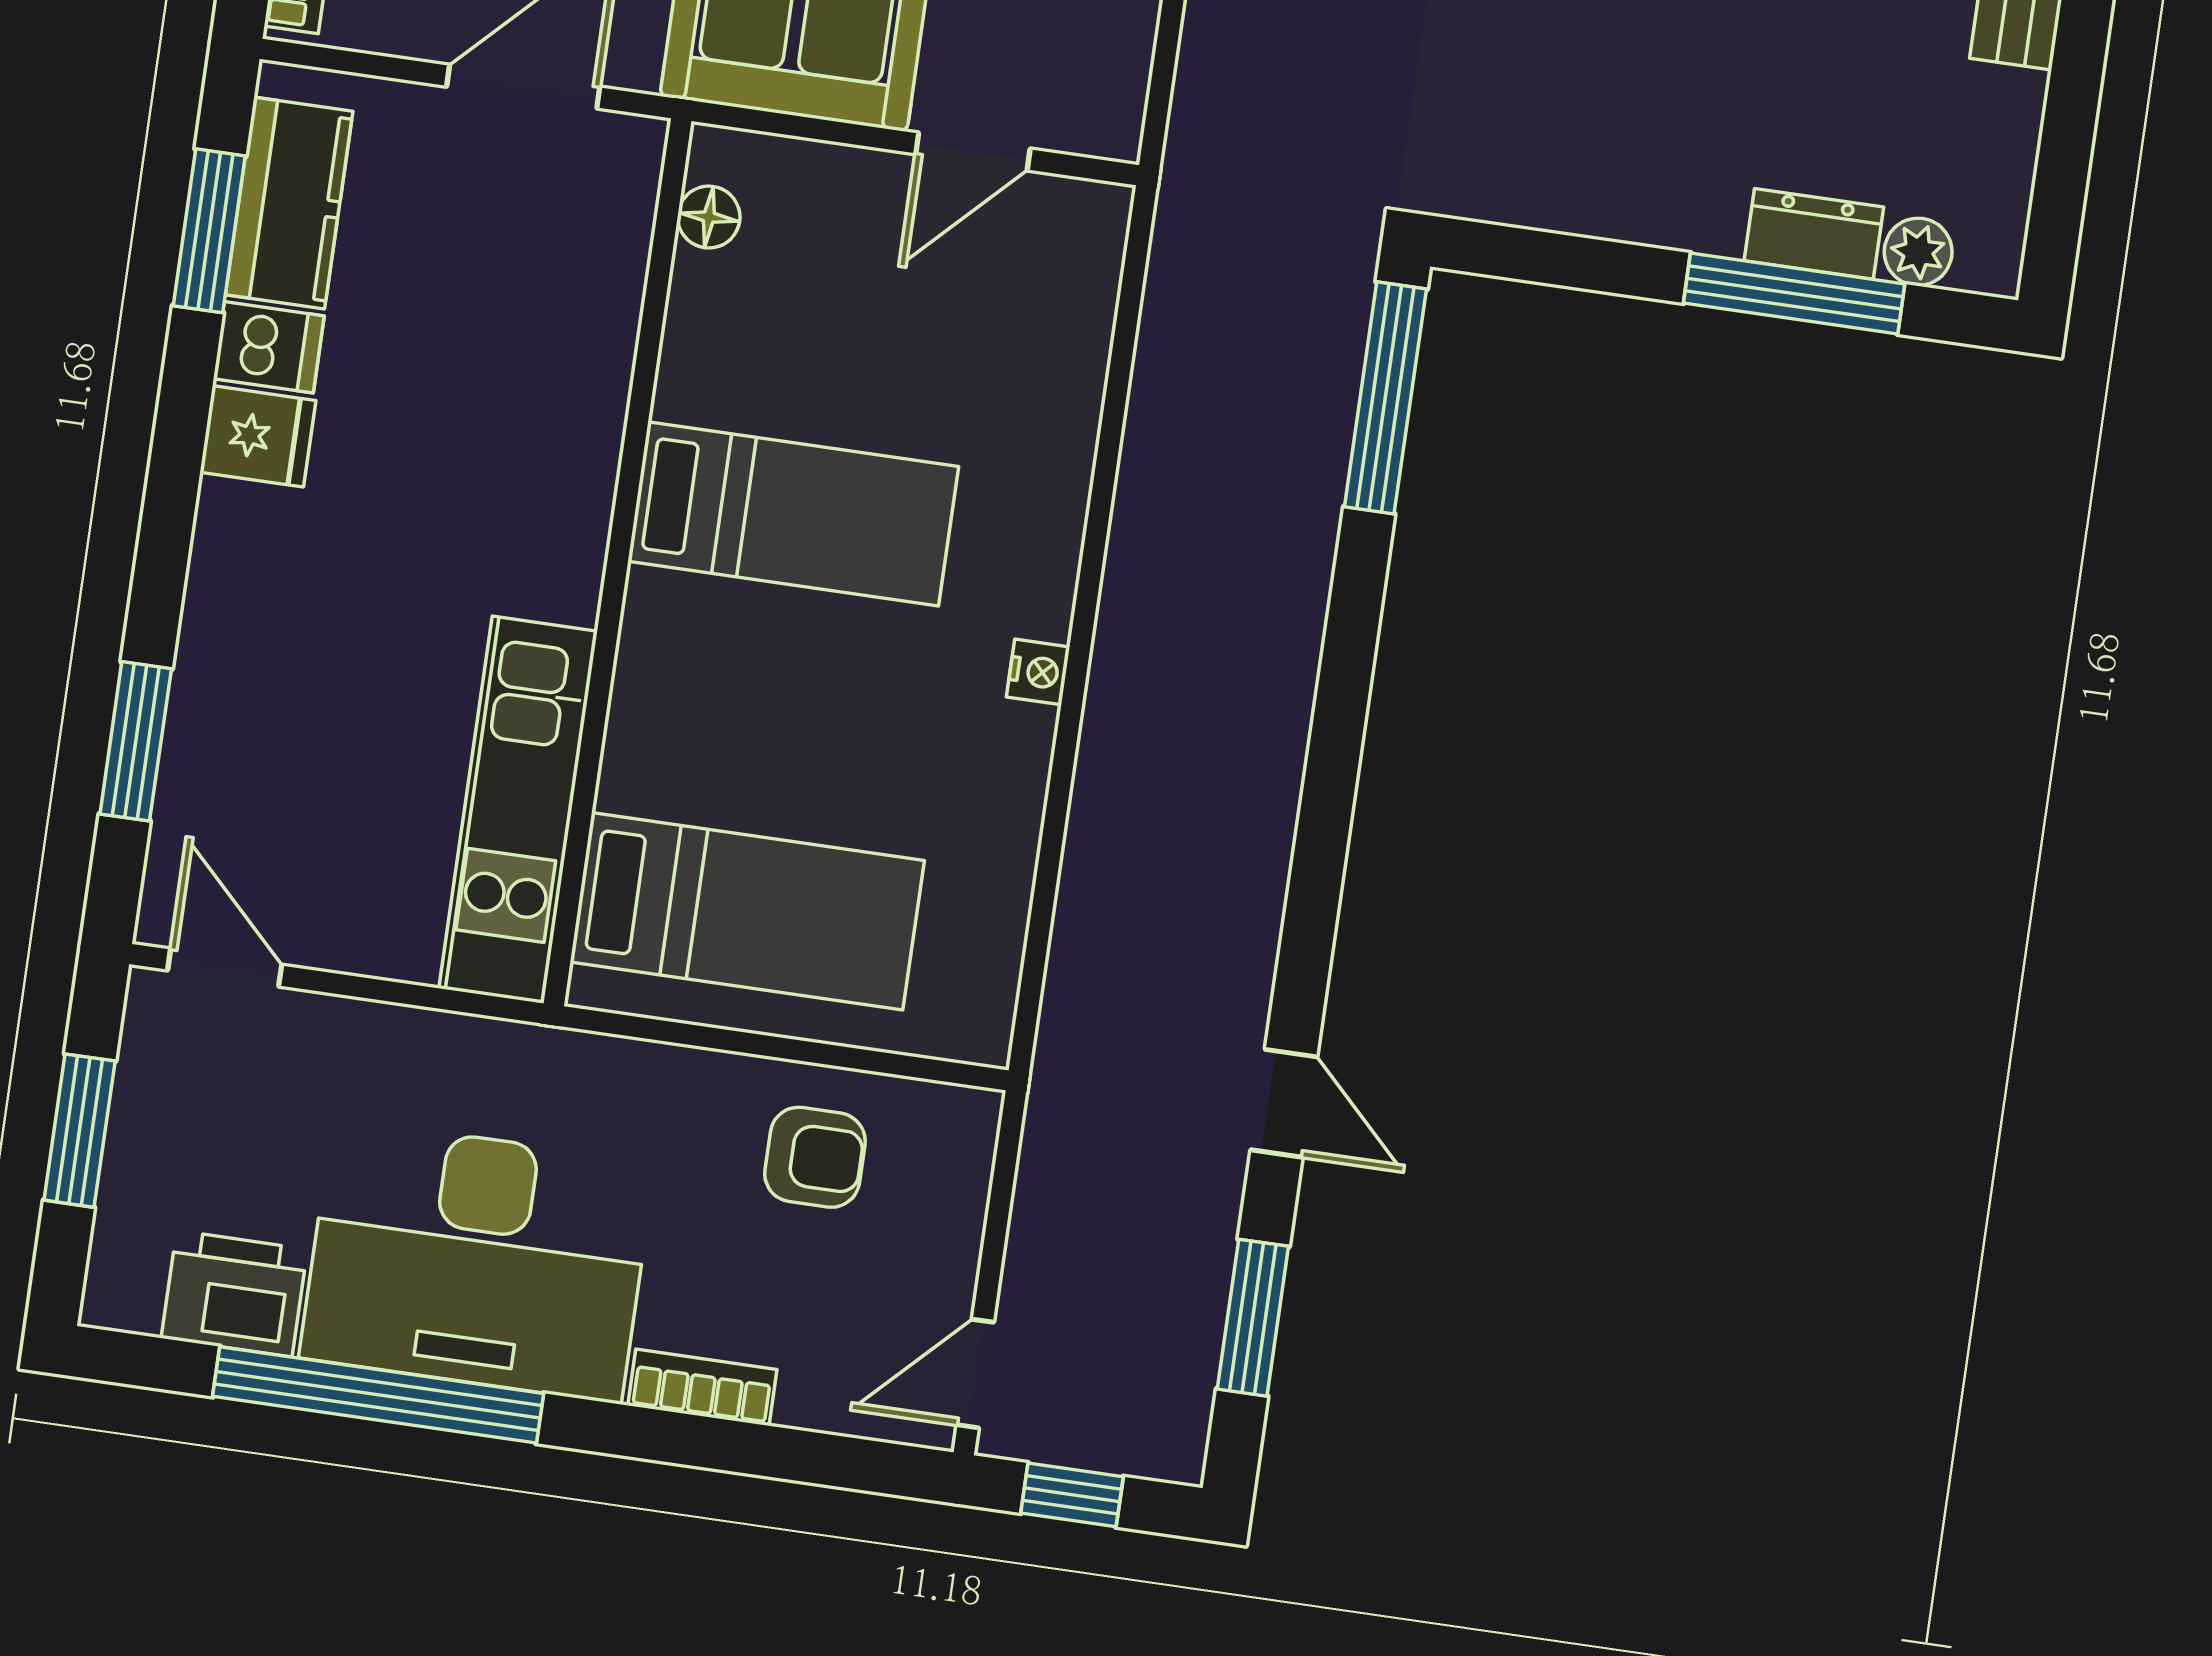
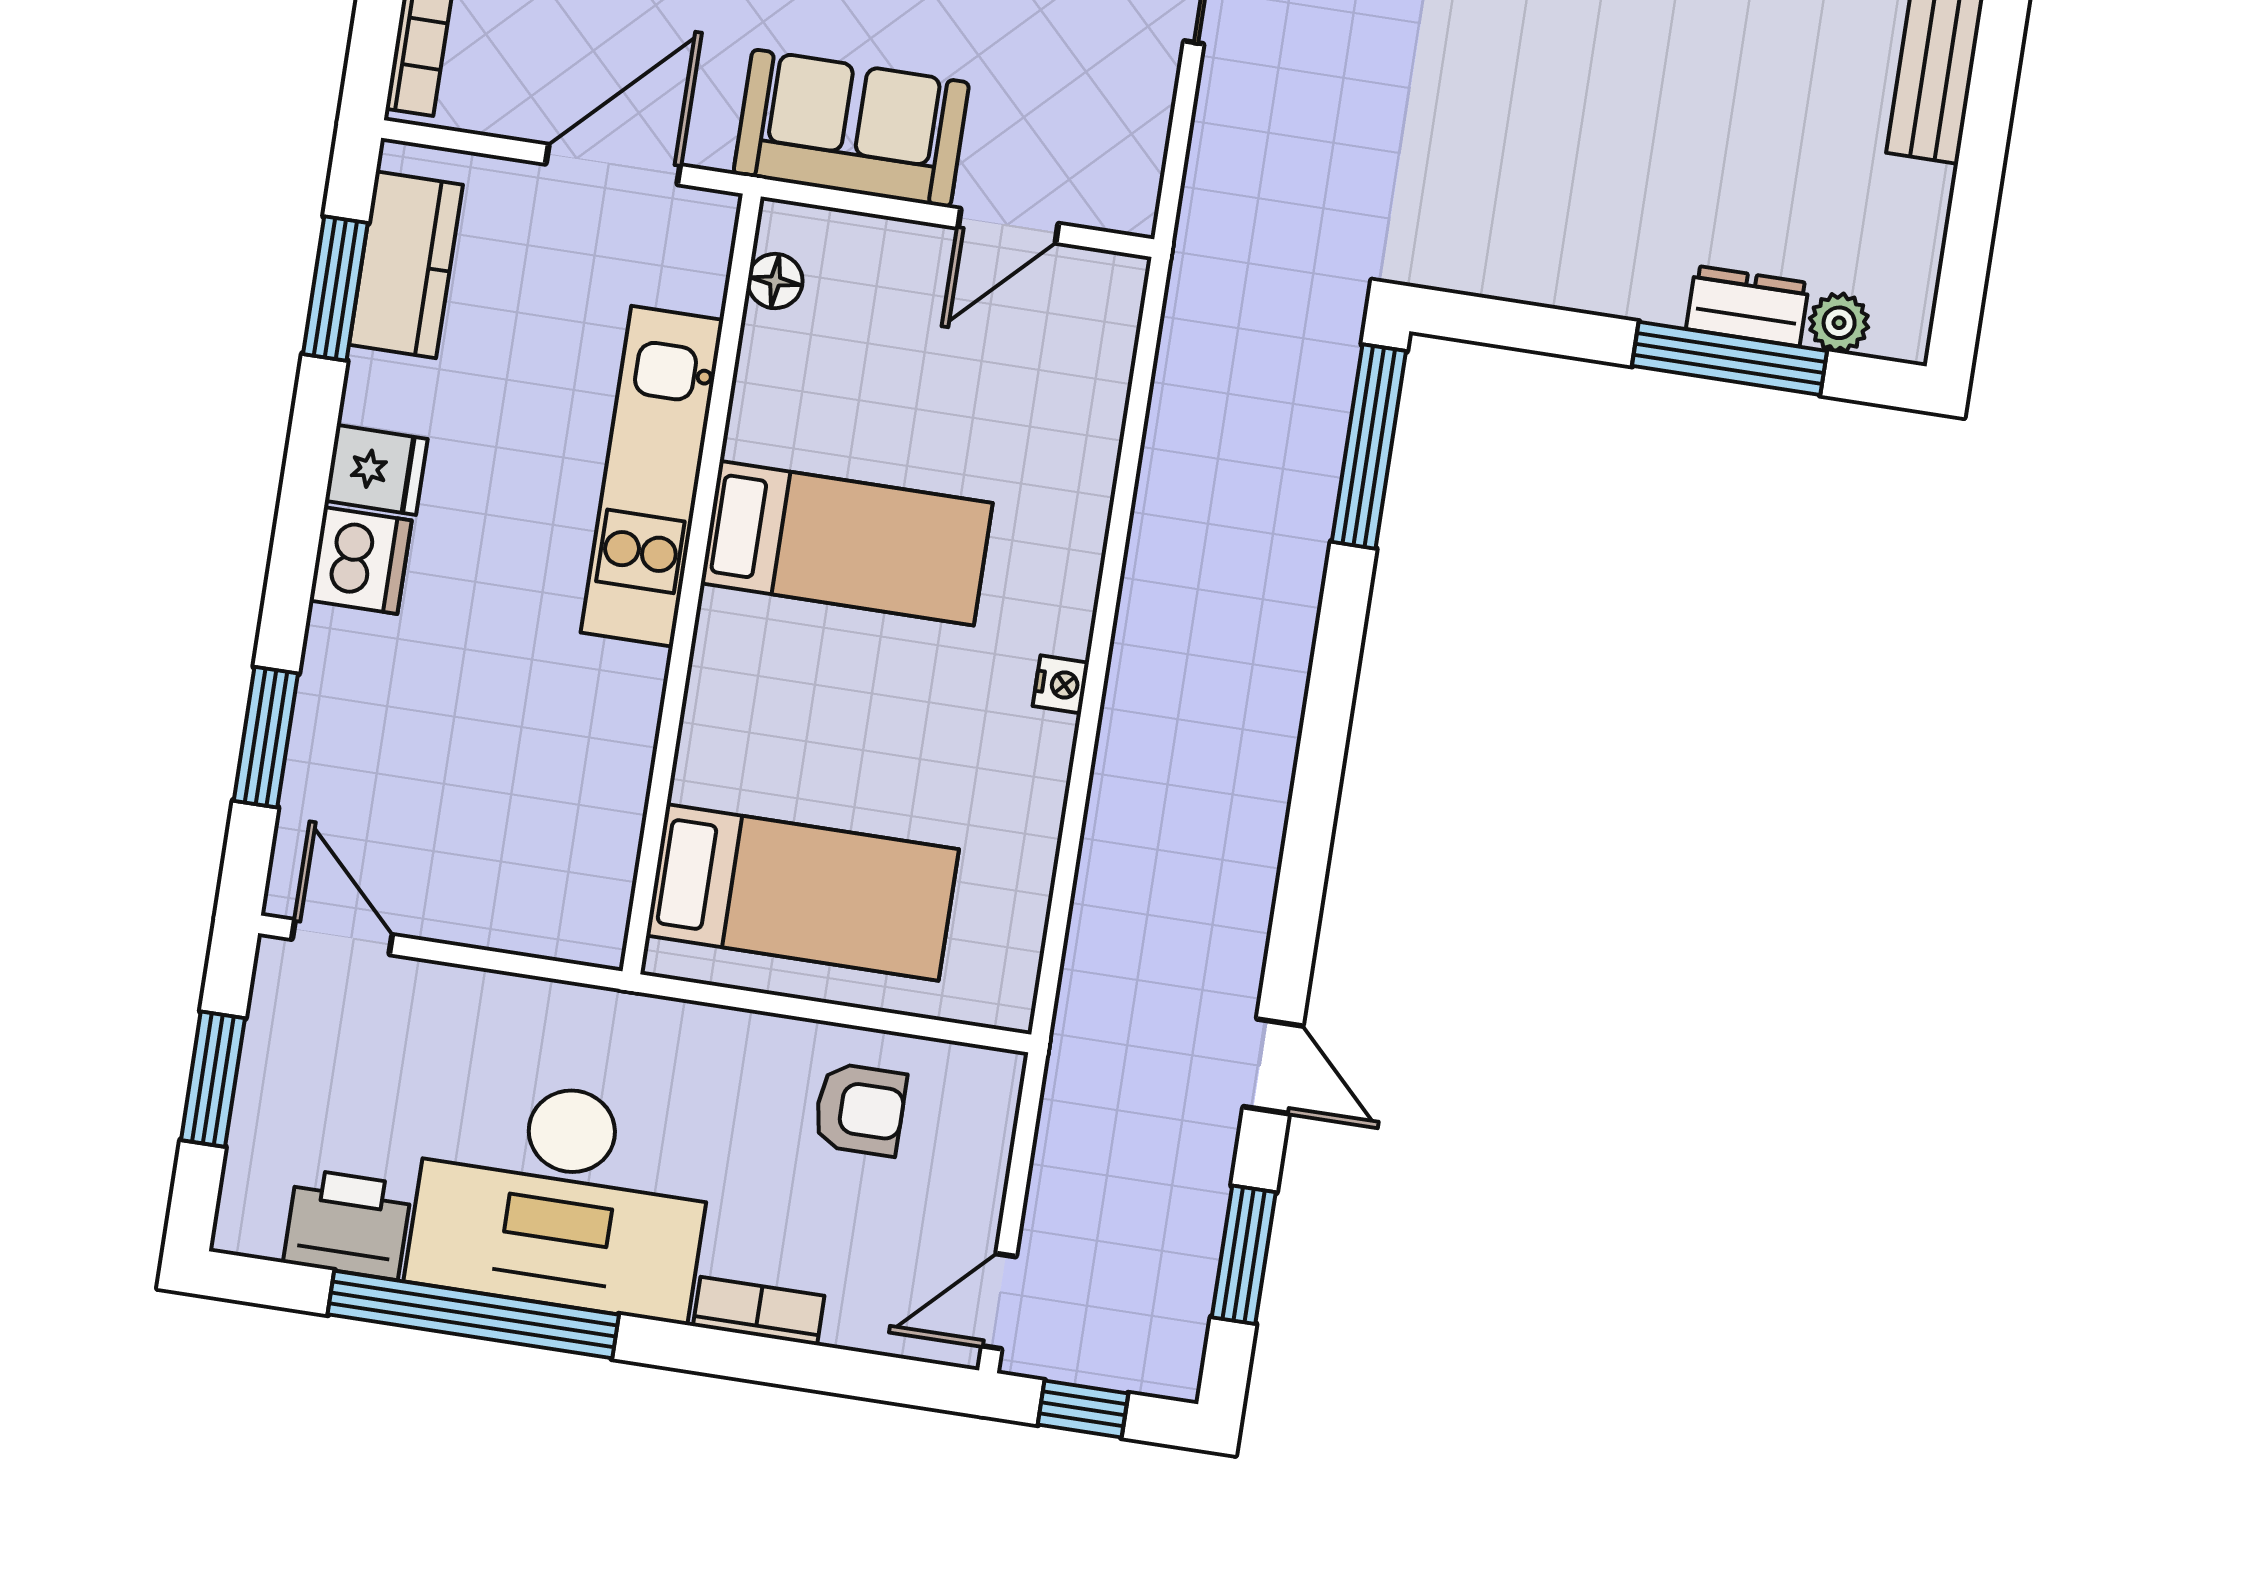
dishwasher: (269, 347) -> (361, 560), moved, width x1.38
kitchen unit: (518, 810) -> (652, 476), moved

